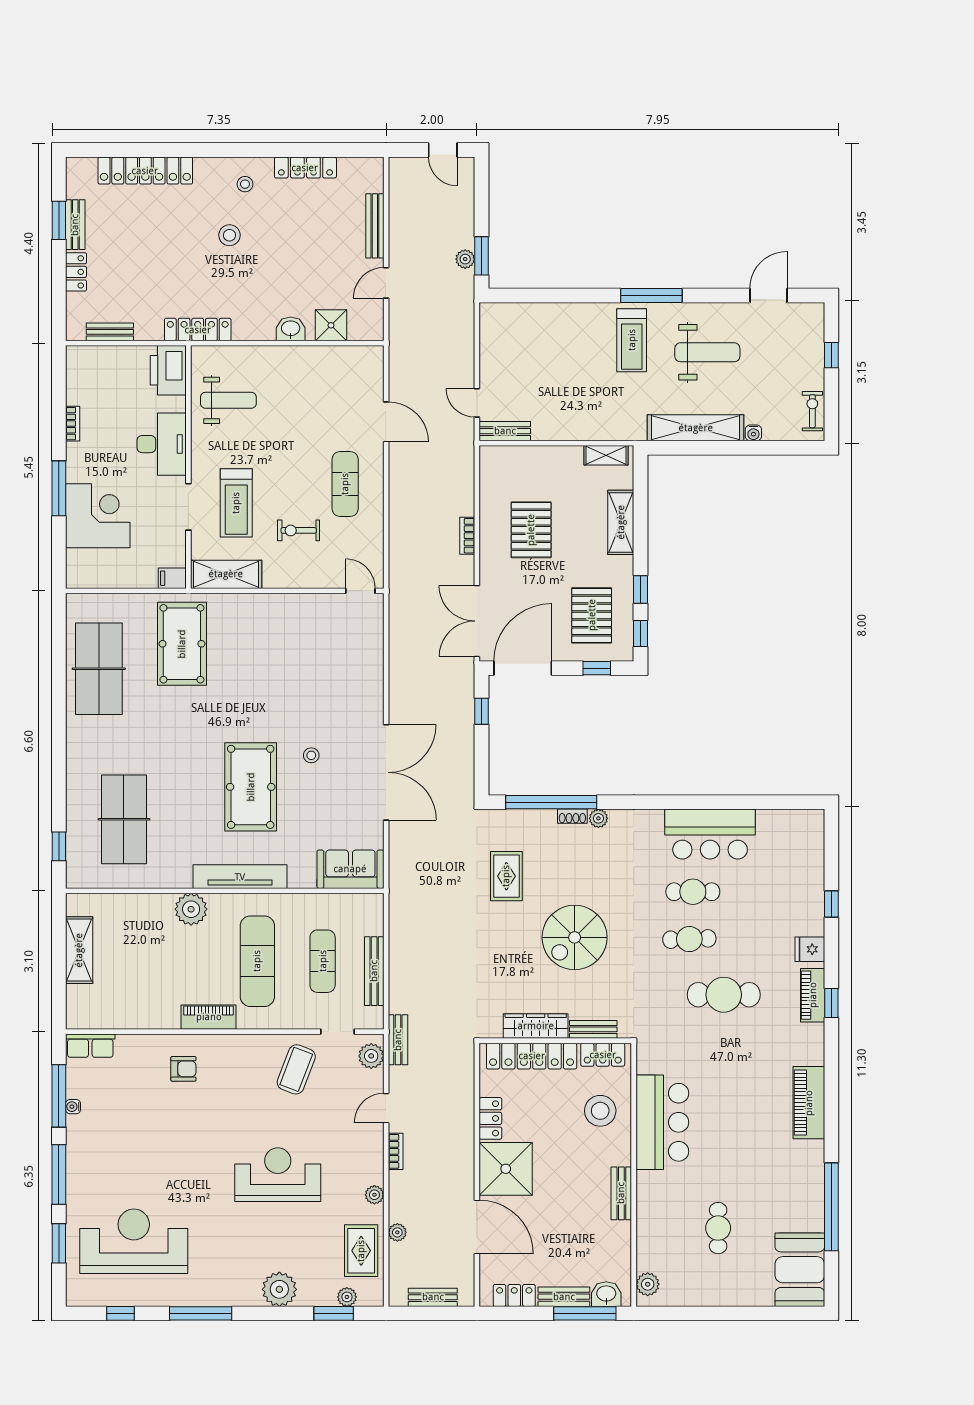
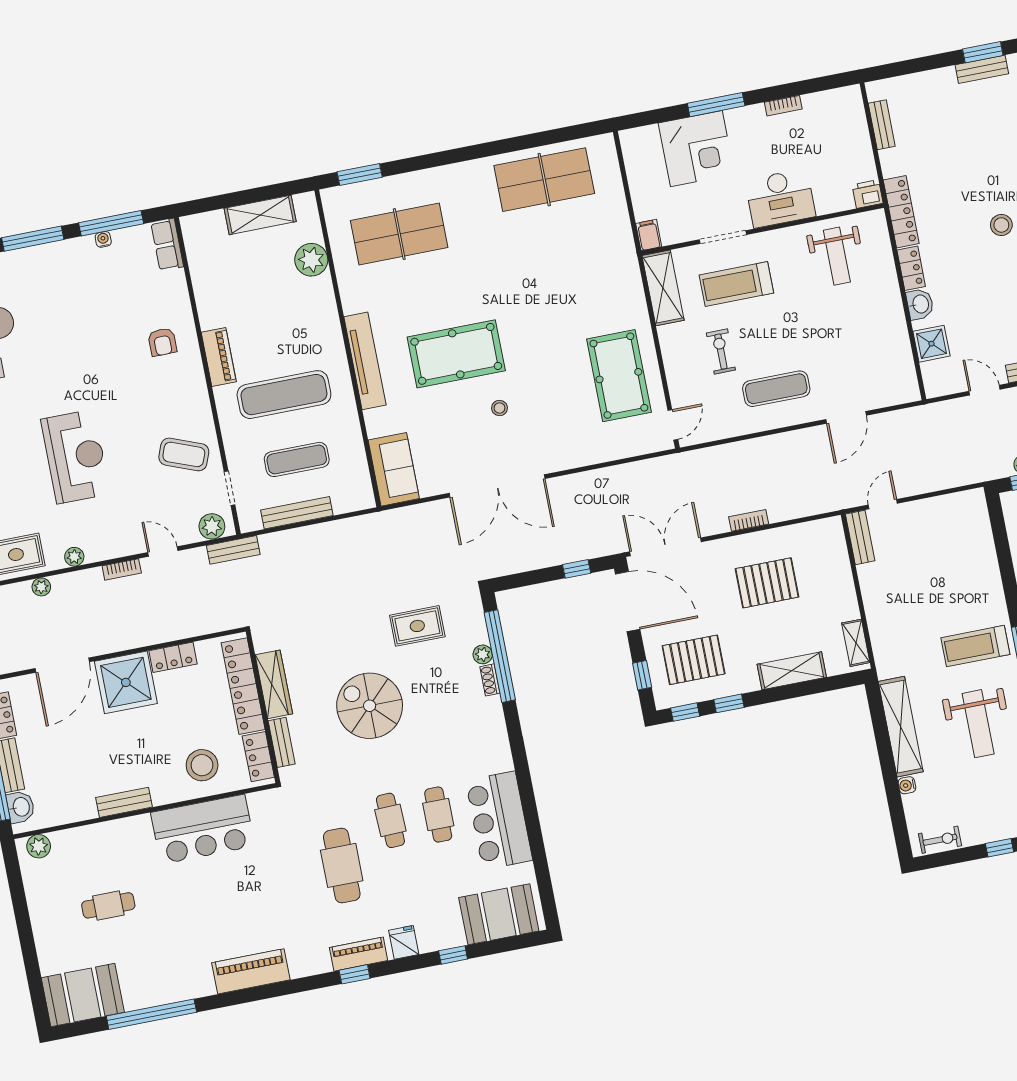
locker: (76, 272) -> (911, 268), moved, turned -90
printer: (168, 370) -> (868, 194), width x0.53, depth x0.68
pool table: (182, 644) -> (619, 376), moved, turned 90
plant: (598, 818) -> (483, 654), moved
window: (59, 846) -> (360, 175), width x1.50
booth: (801, 852) -> (499, 914), added
plant: (191, 909) -> (311, 260), moved

